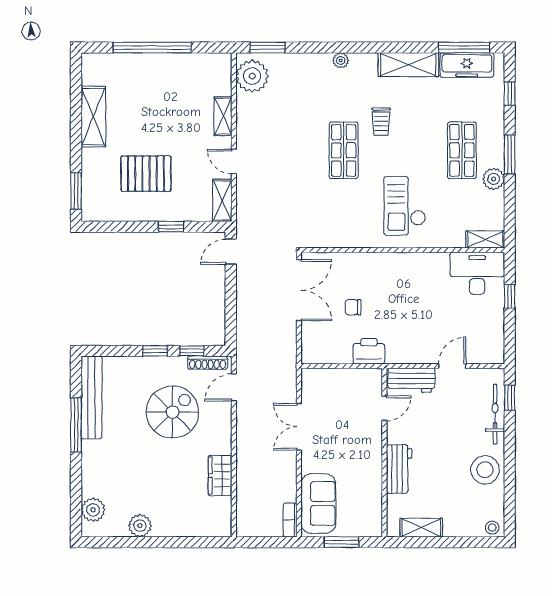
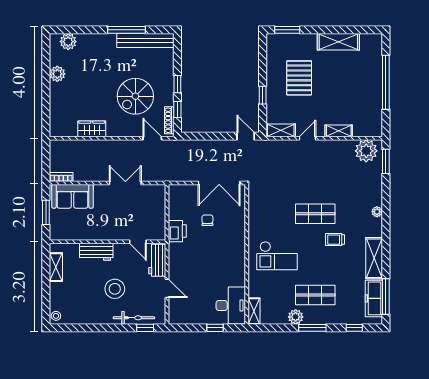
checkout: (405, 206) -> (277, 256), turned 180
spiral stairs: (173, 412) -> (135, 96), turned 90
stool: (485, 470) -> (115, 289), moved

